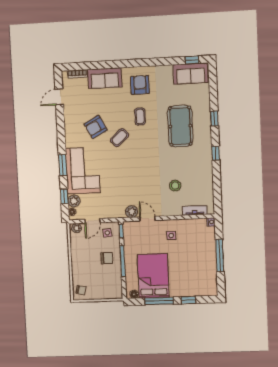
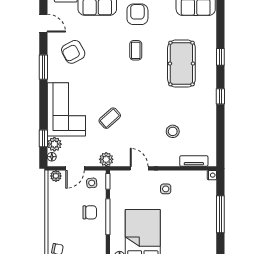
door: (59, 97) -> (43, 23), swing flipped
armchair: (96, 127) -> (73, 52), moved
coffee table: (120, 138) -> (110, 118), moved
window: (63, 165) -> (43, 67), moved
plant: (132, 212) -> (106, 159), moved

